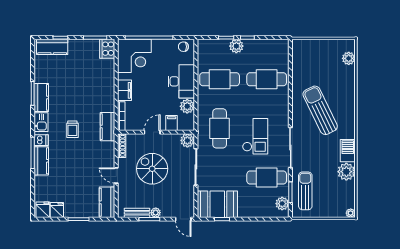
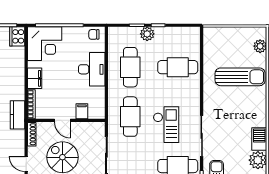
cafe table: (220, 79) -> (130, 67), turned 90
plant: (187, 106) -> (98, 94), removed
sun lounger: (320, 110) -> (240, 77), moved, turned 116
door: (152, 132) -> (62, 120), swing flipped
plant: (187, 140) -> (98, 129), removed

